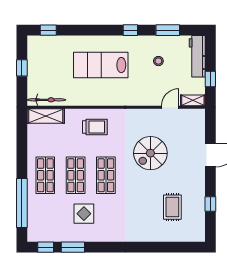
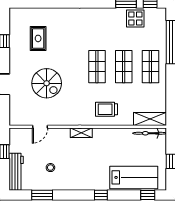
window: (130, 30) -> (101, 195), moved
lab bench: (101, 65) -> (134, 177), moved
shelving: (193, 100) -> (81, 133), moved
spiral stairs: (150, 153) -> (47, 83), moved, turned 90
display table: (84, 214) -> (135, 19), moved

